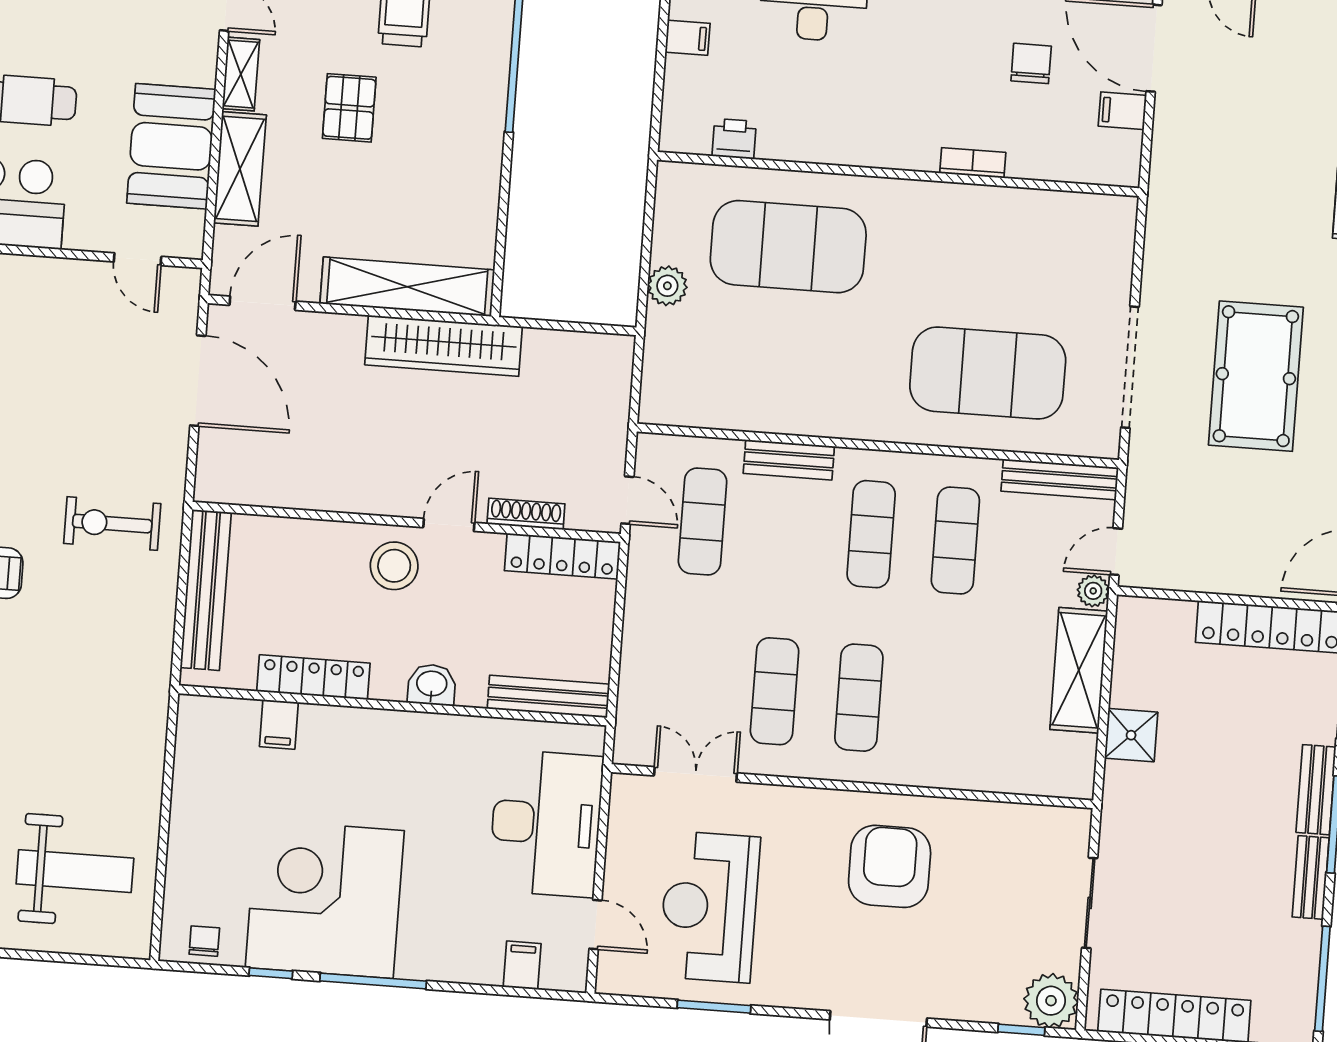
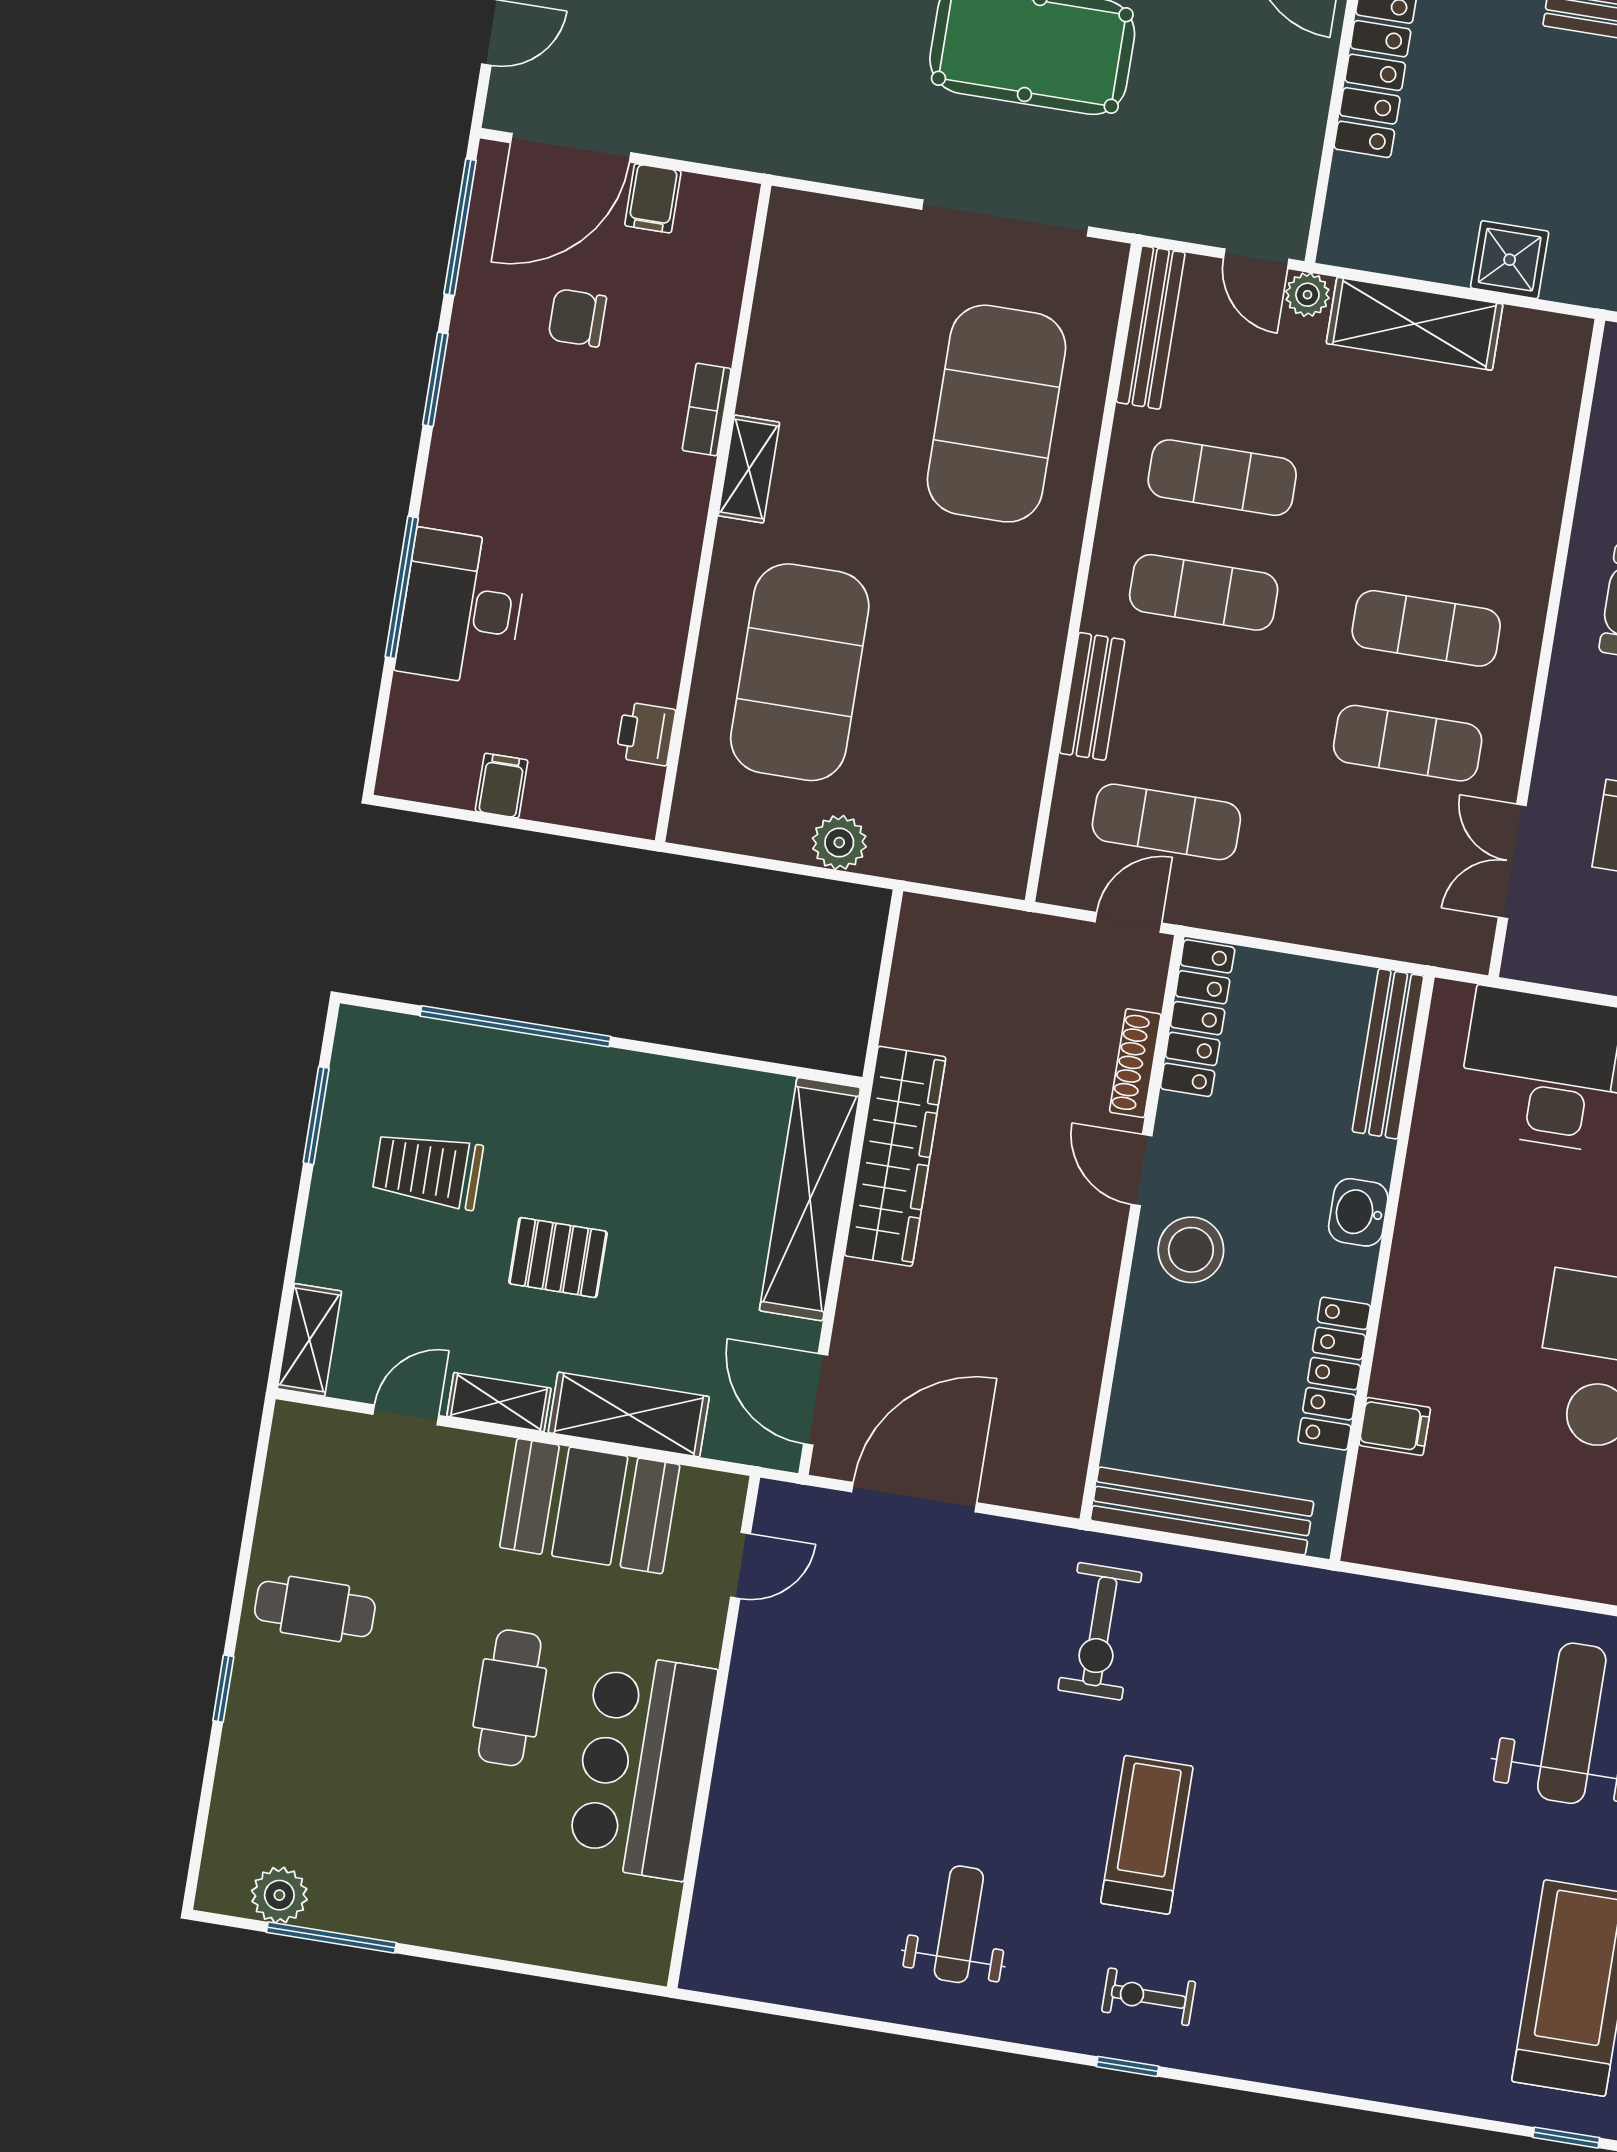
shelving: (932, 197) -> (749, 469), added

